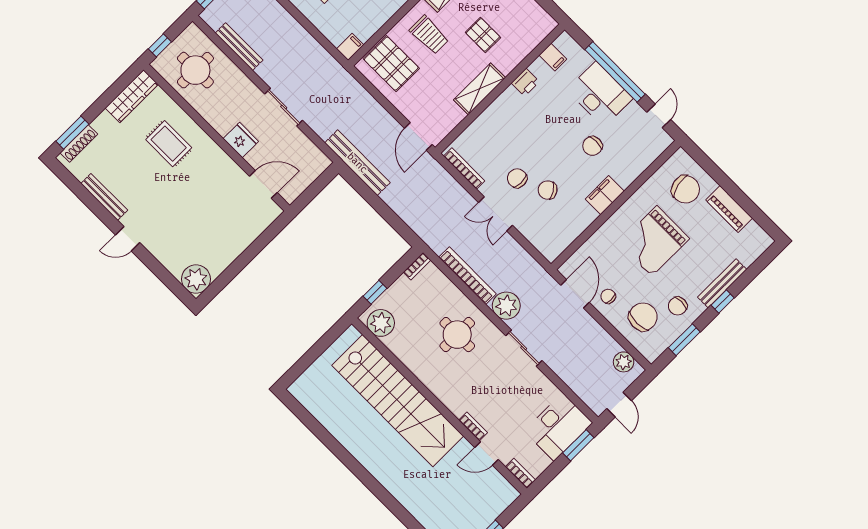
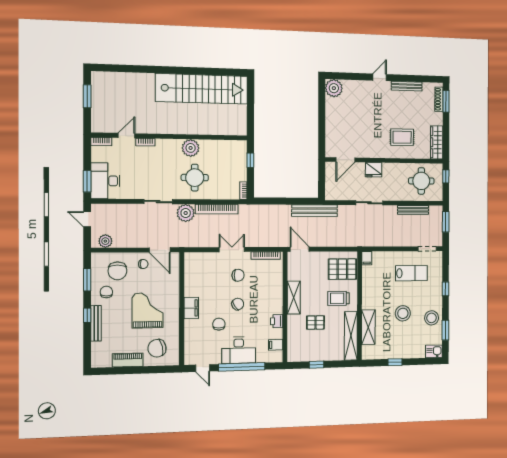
chair: (548, 190) -> (238, 304), moved
plant: (381, 323) -> (191, 148), moved
stairs: (398, 401) -> (202, 89), moved, turned 180

